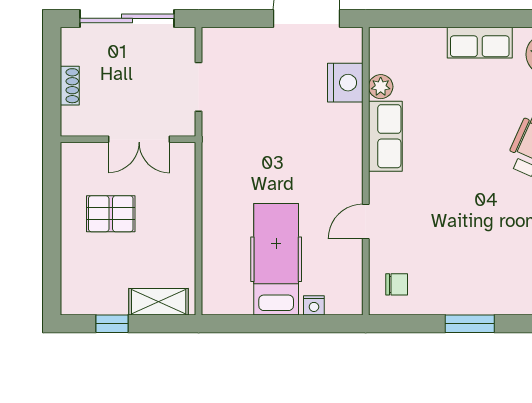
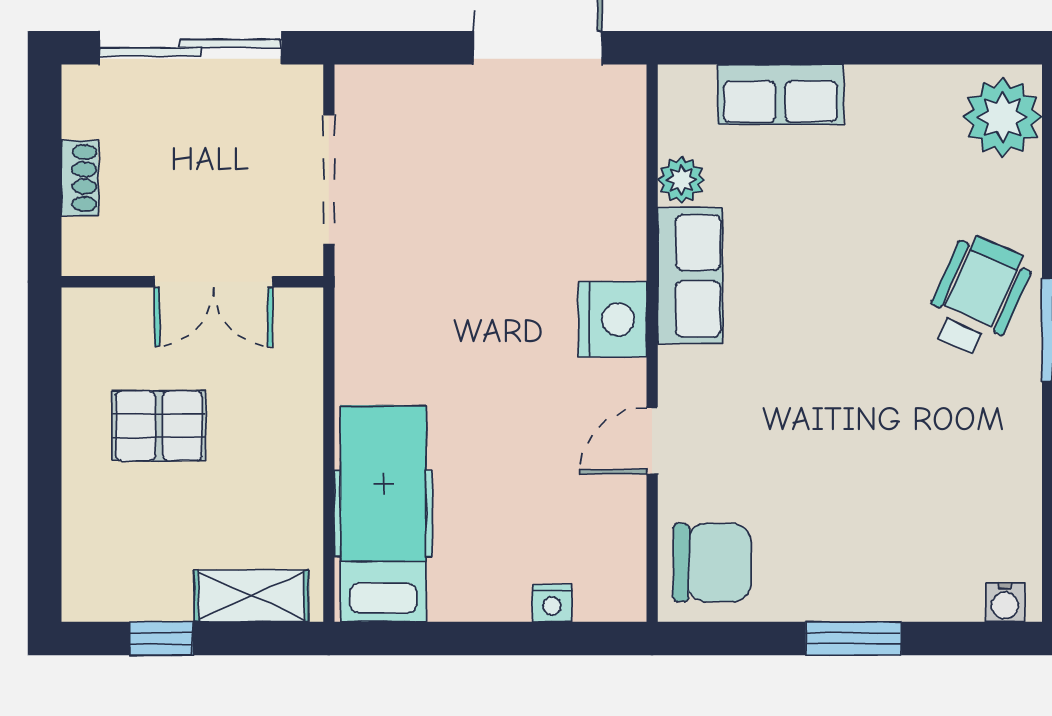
row of seats: (480, 43) -> (780, 94), moved
nightstand: (345, 83) -> (613, 319), moved
doorway: (199, 87) -> (329, 180), width x1.38
hospital bed: (276, 259) -> (383, 514), moved
chair: (397, 284) -> (712, 563), width x1.87, depth x1.87

